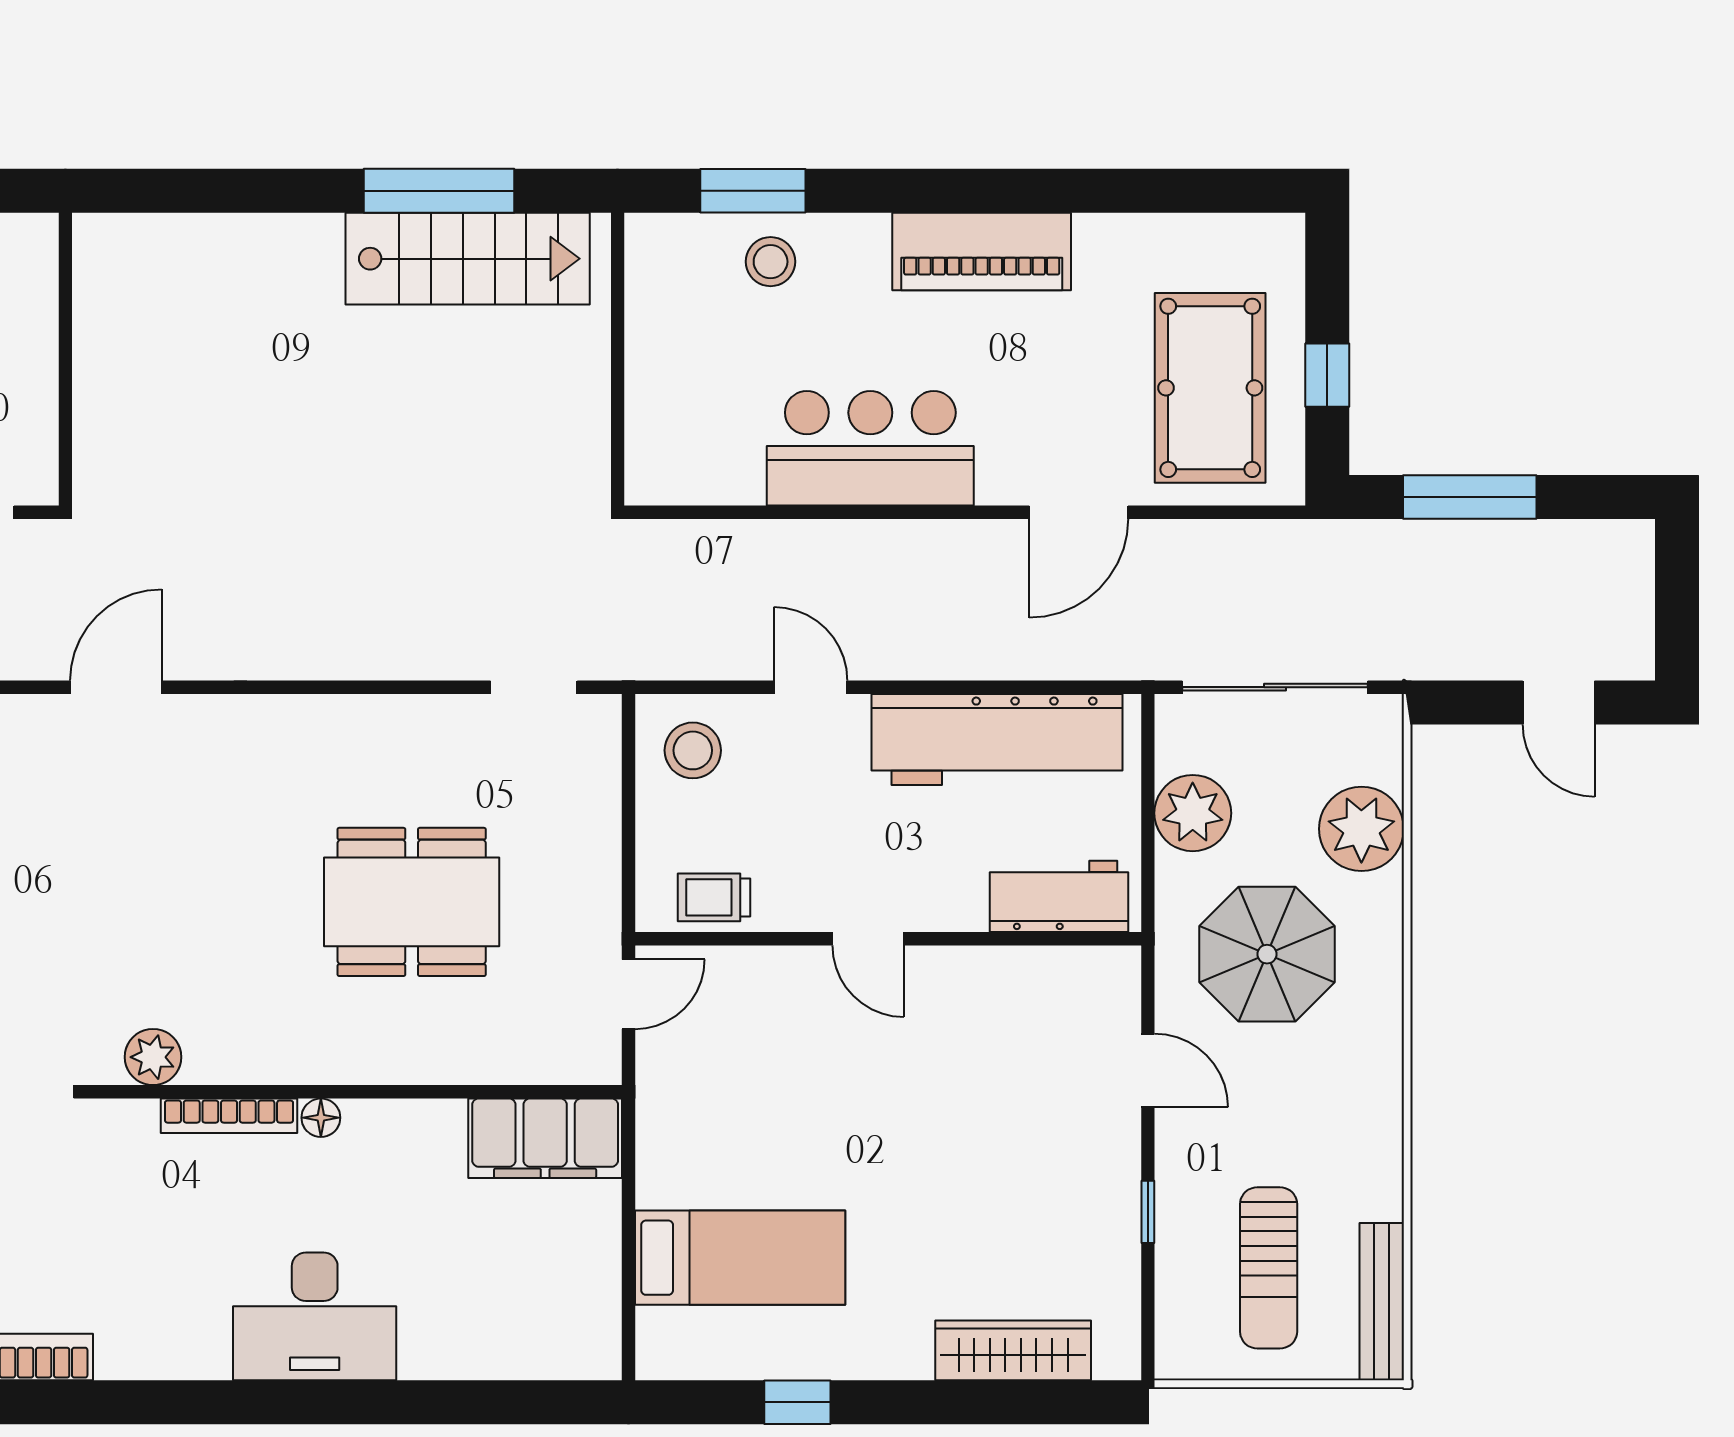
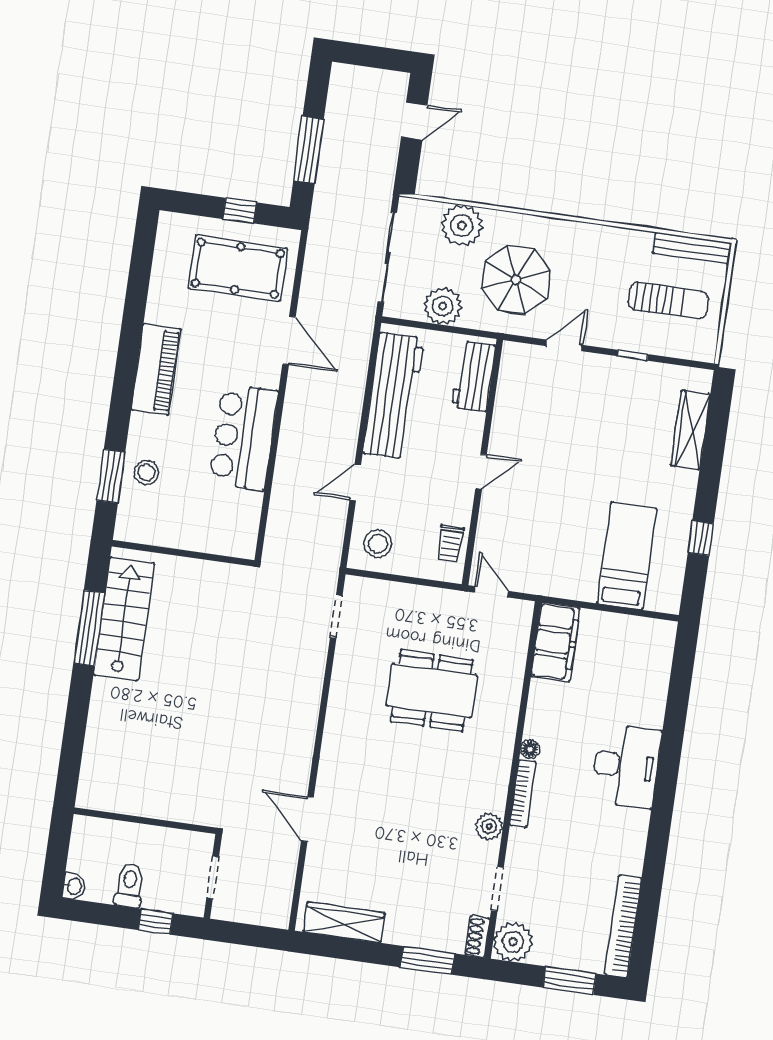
dining table: (412, 902) -> (432, 690), turned 90

